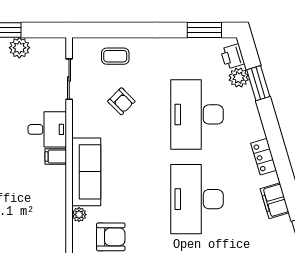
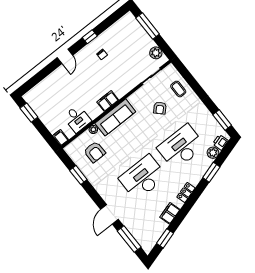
plant: (19, 48) -> (156, 53), moved
window: (258, 83) -> (211, 172), moved
desk: (47, 129) -> (77, 119), moved
filing cabinet: (56, 157) -> (108, 101), width x2.00

